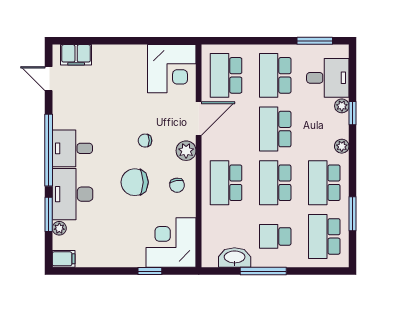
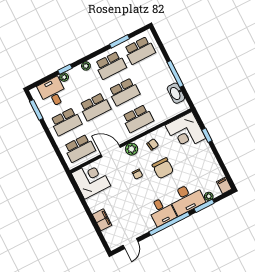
filing cabinet: (76, 55) -> (102, 220), moved
school desk: (275, 236) -> (153, 77), removed

